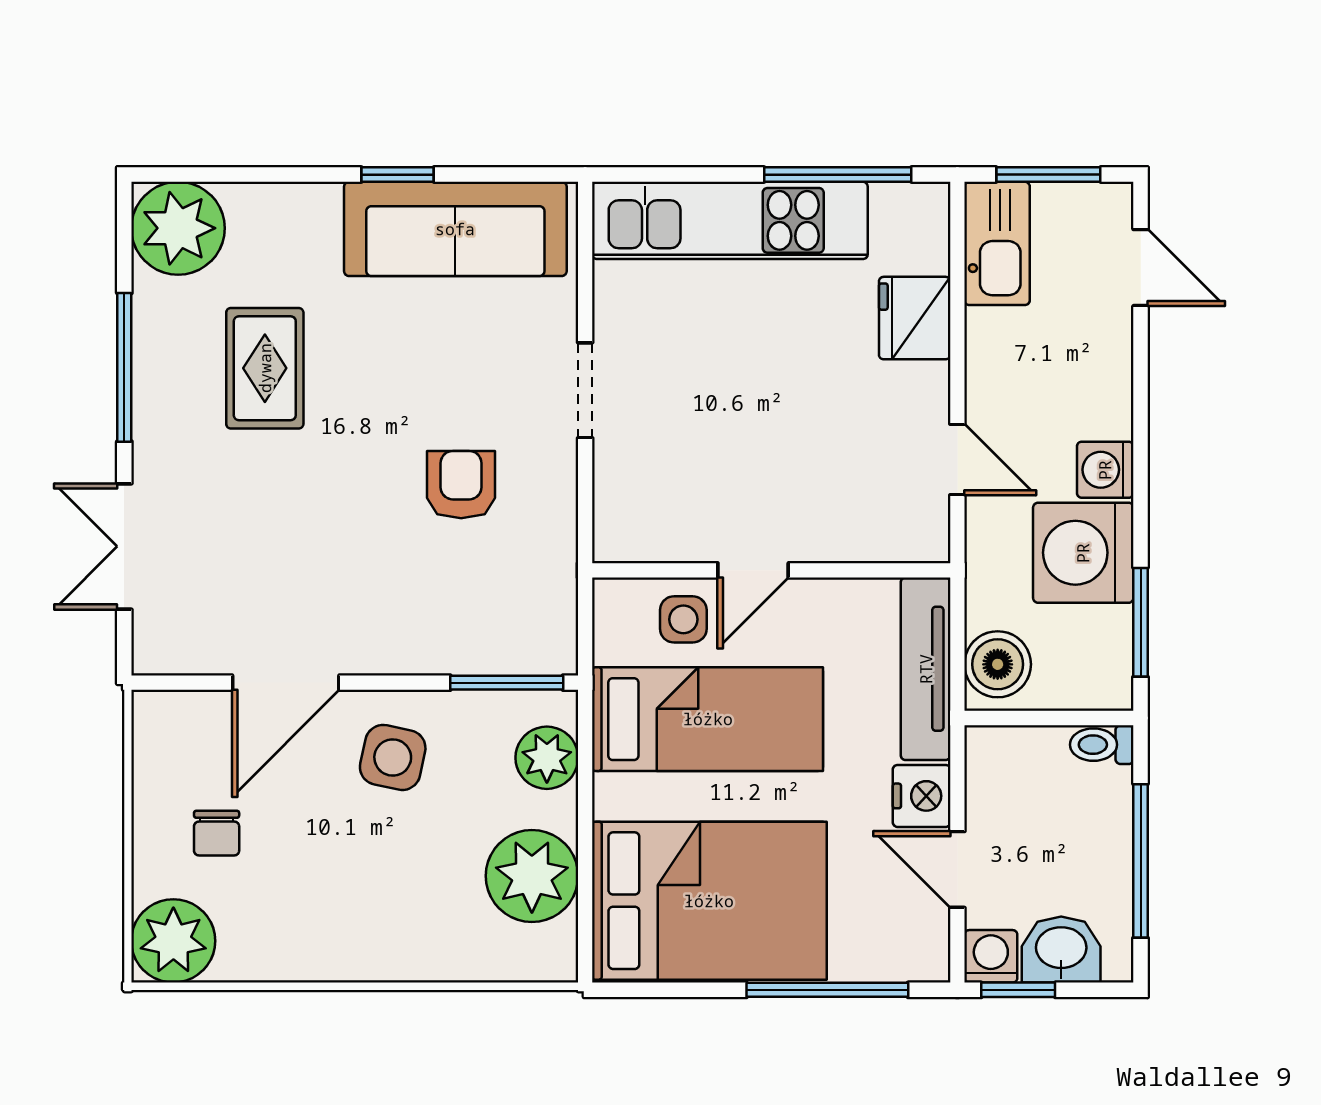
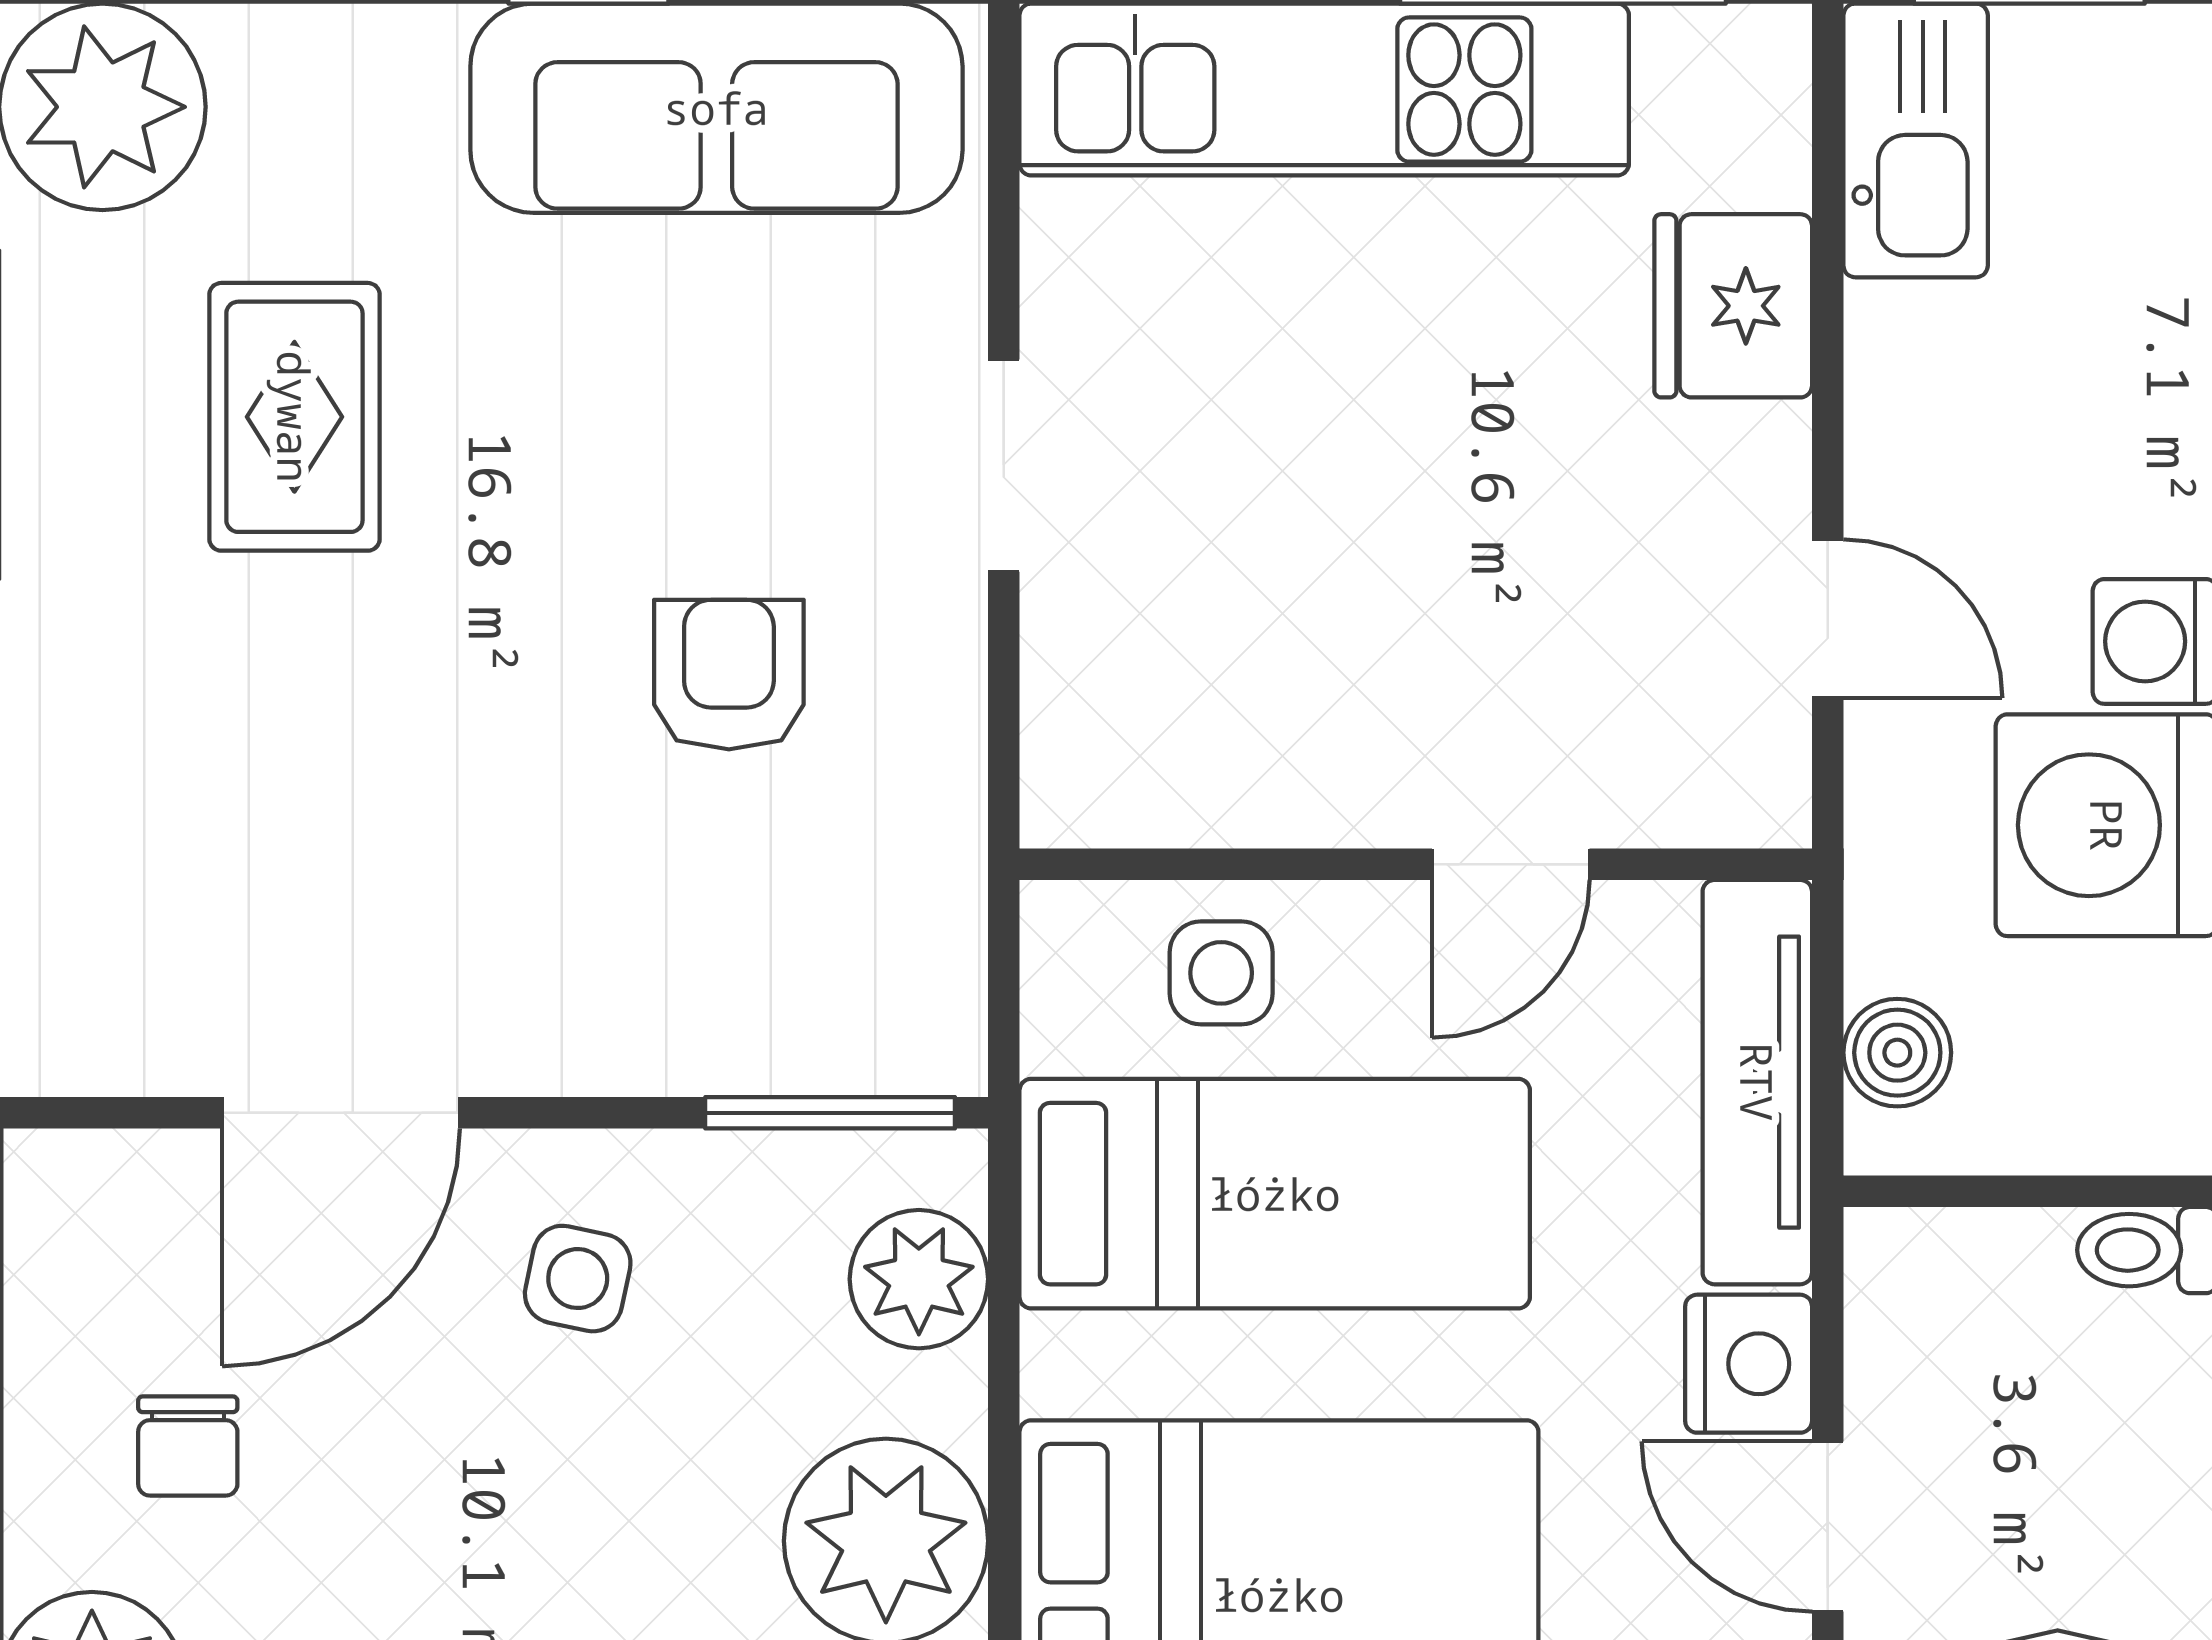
door: (753, 570) -> (1511, 864), moved
boiler: (998, 664) -> (1897, 1053), width x0.73, depth x0.73
side table: (393, 757) -> (578, 1279), width x0.73, depth x0.73

